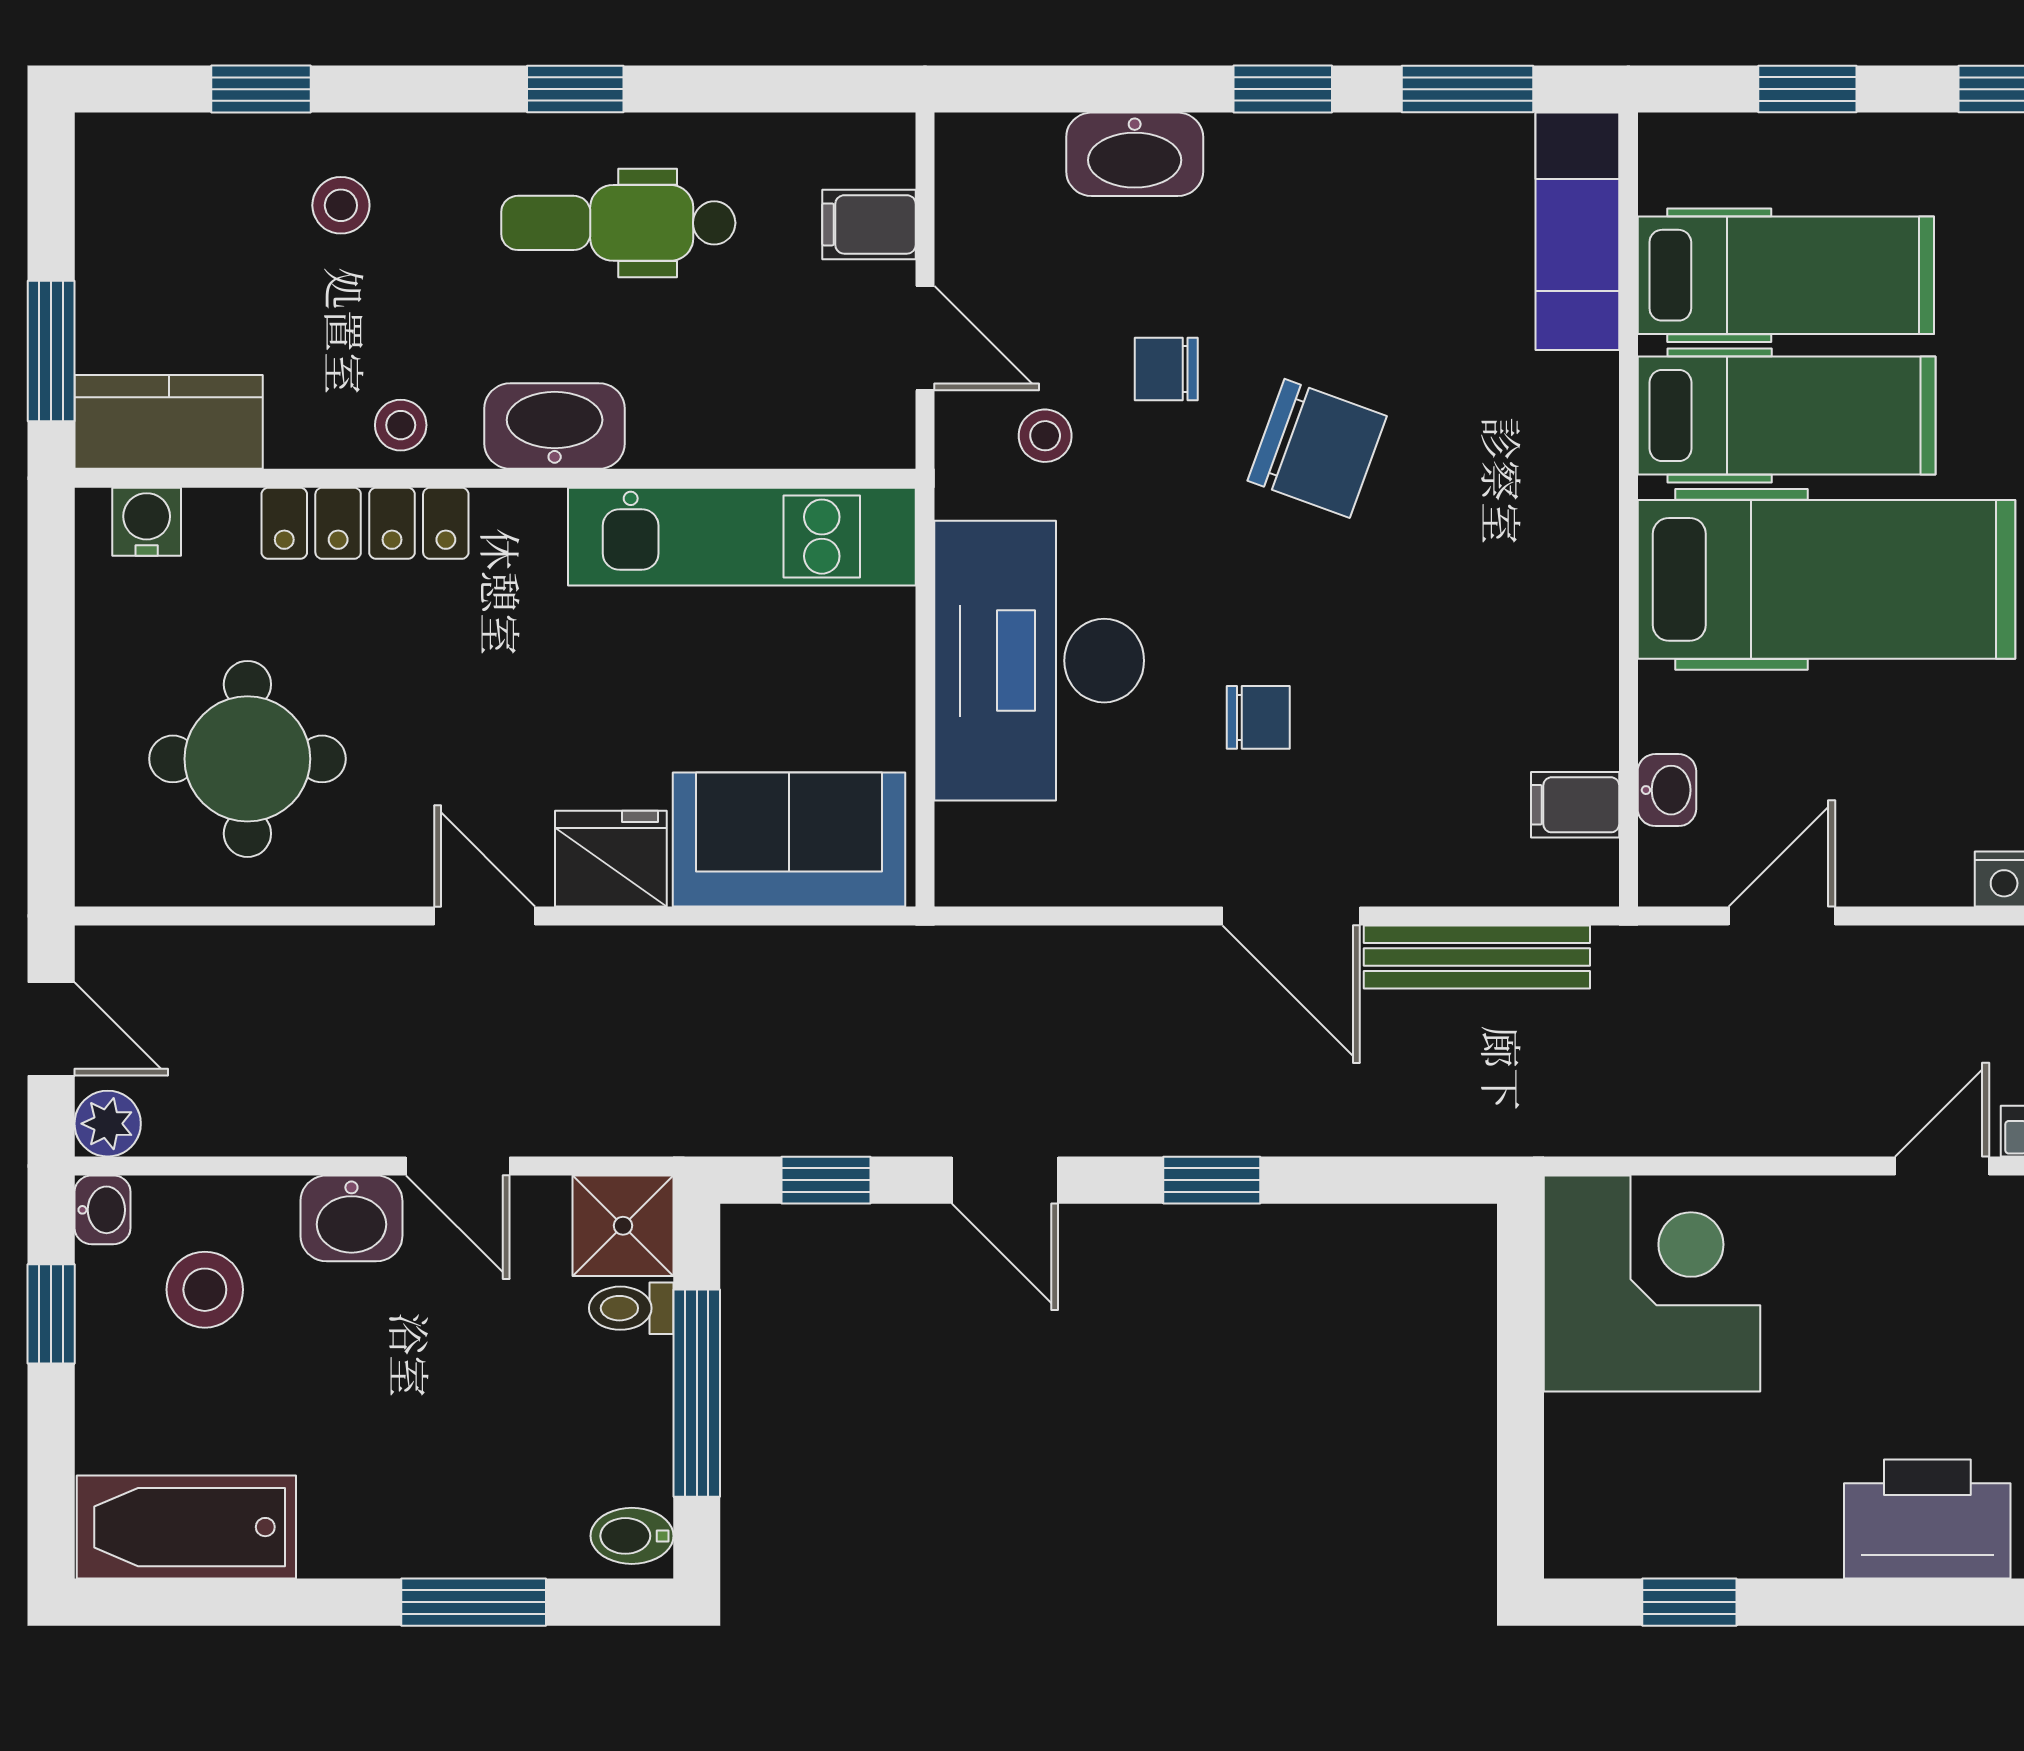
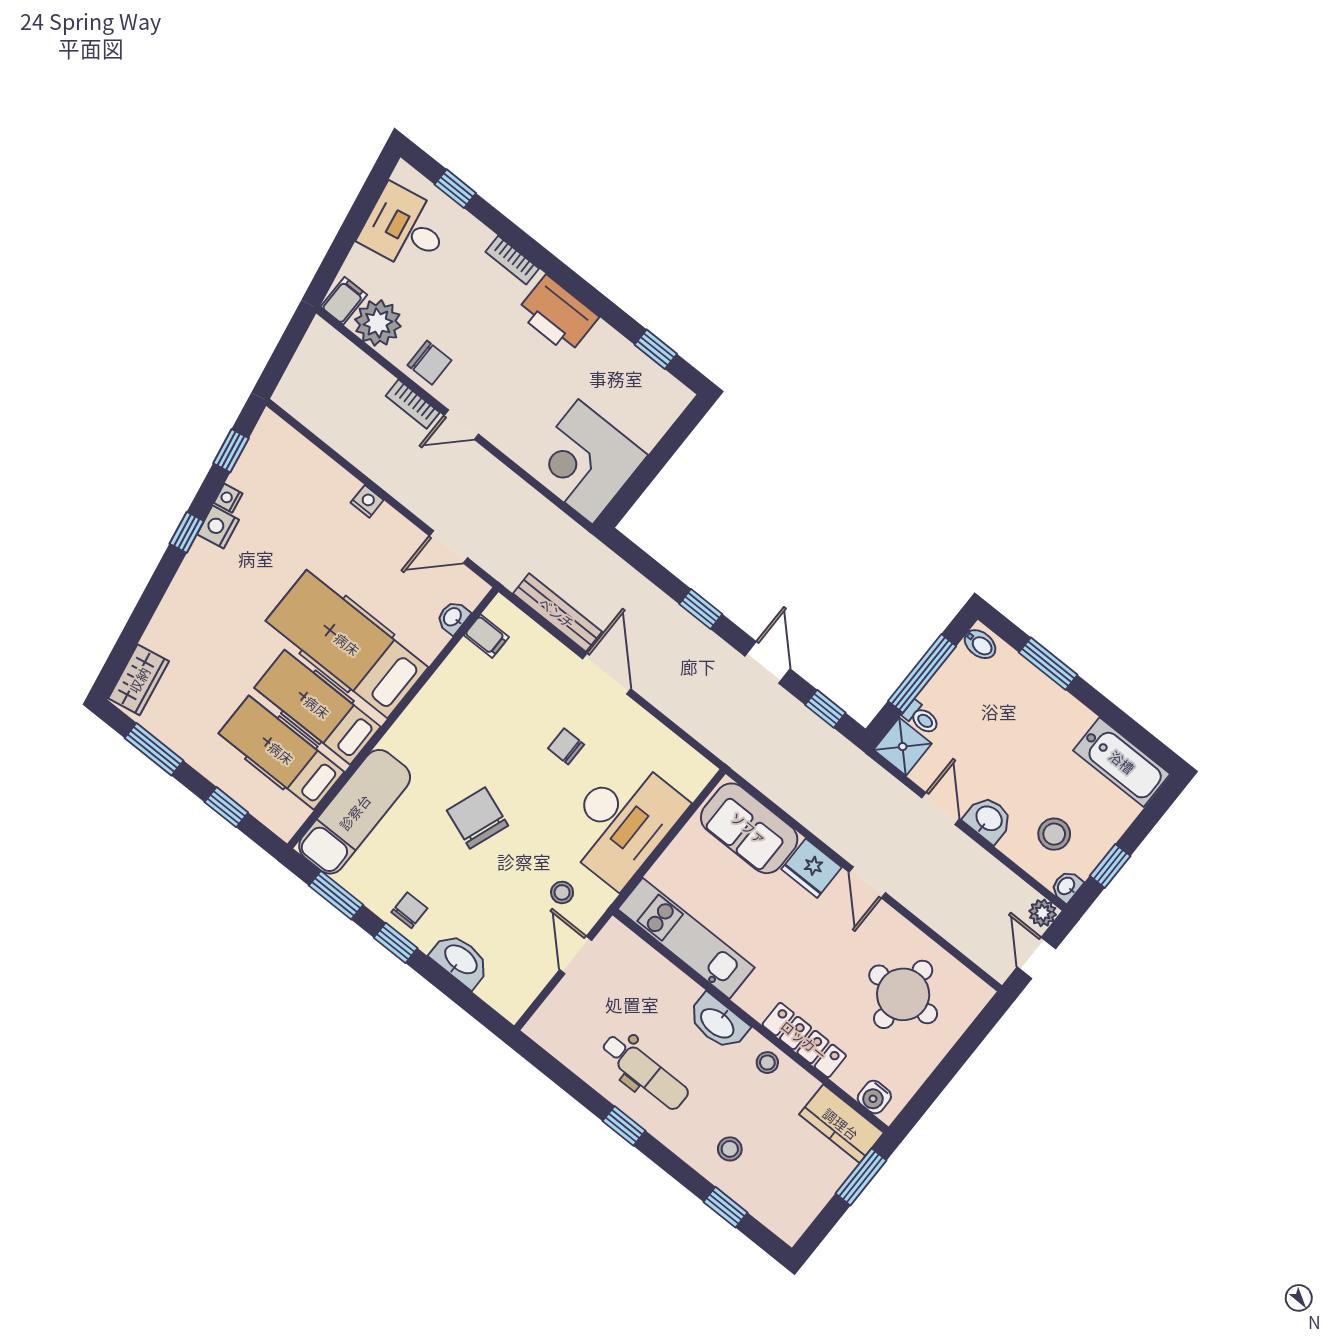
filing cabinet: (869, 224) -> (564, 1006), removed
exam couch: (1577, 231) -> (355, 812), width x1.36, depth x1.45
chair: (1166, 369) -> (409, 910), moved, turned -90

